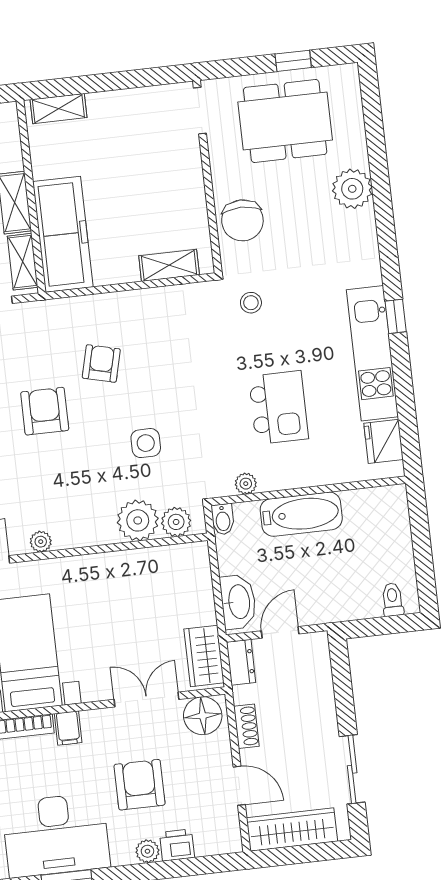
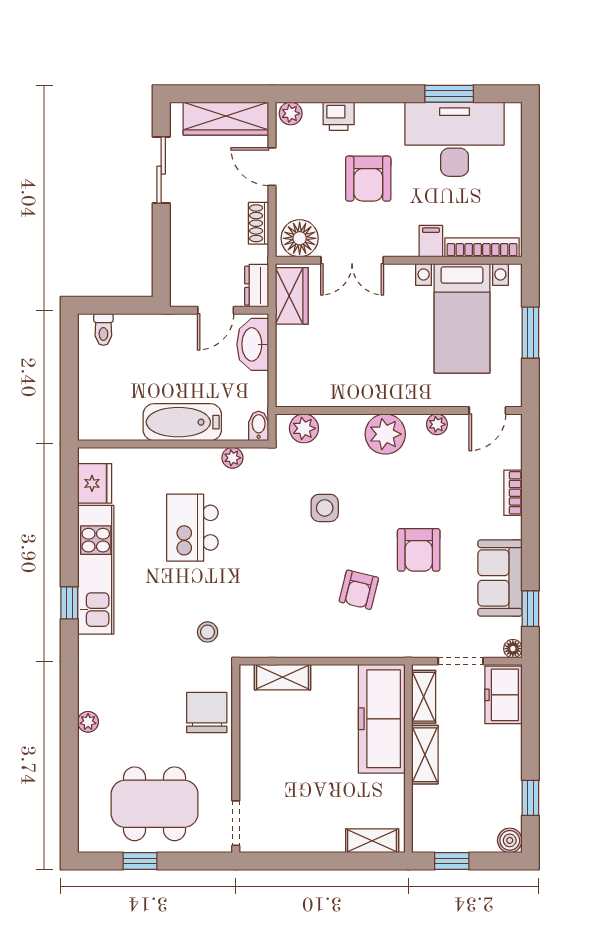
plant: (352, 189) -> (88, 722), width x0.53, depth x0.53
plant: (138, 520) -> (385, 434), moved
plant: (147, 851) -> (291, 113), moved

